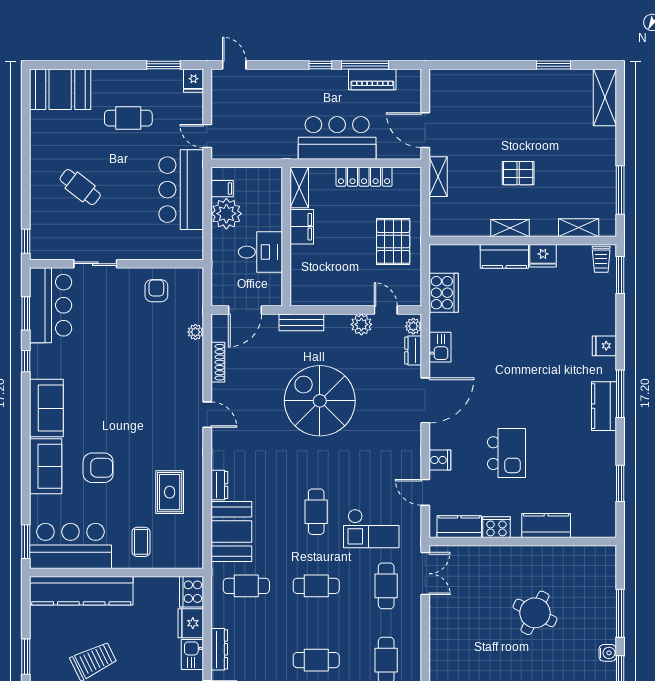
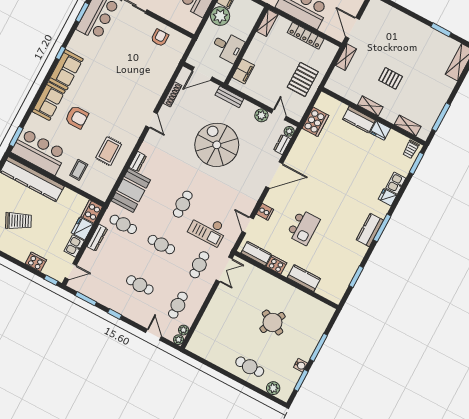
filing cabinet: (302, 227) -> (243, 71), moved
plant: (195, 332) -> (169, 71), removed
kitchen sink: (440, 347) -> (396, 183), moved, turned 180
window: (26, 361) -> (60, 53), moved
dresser: (219, 649) -> (97, 238), moved

